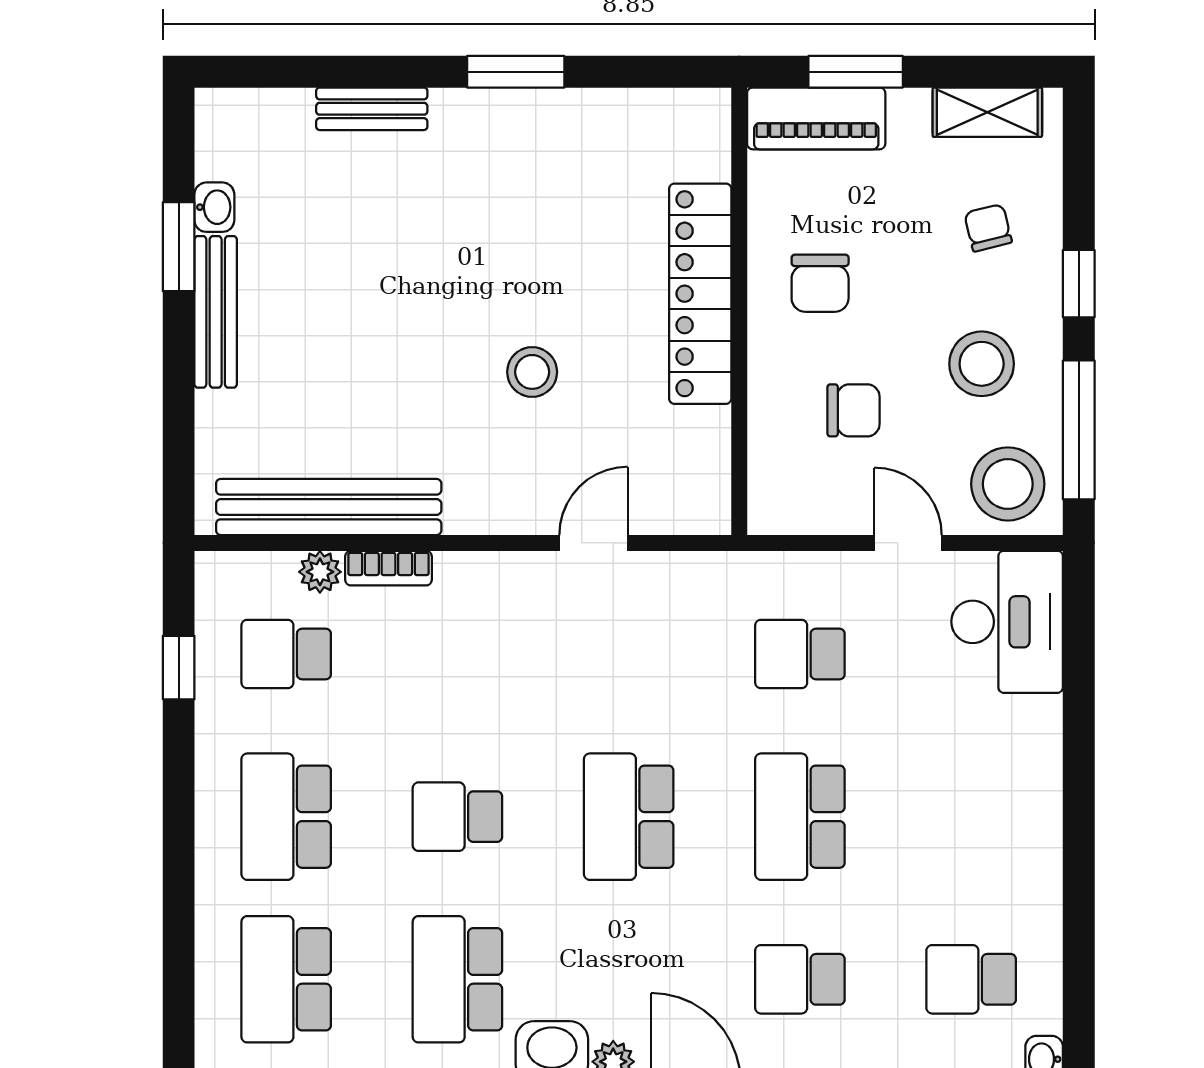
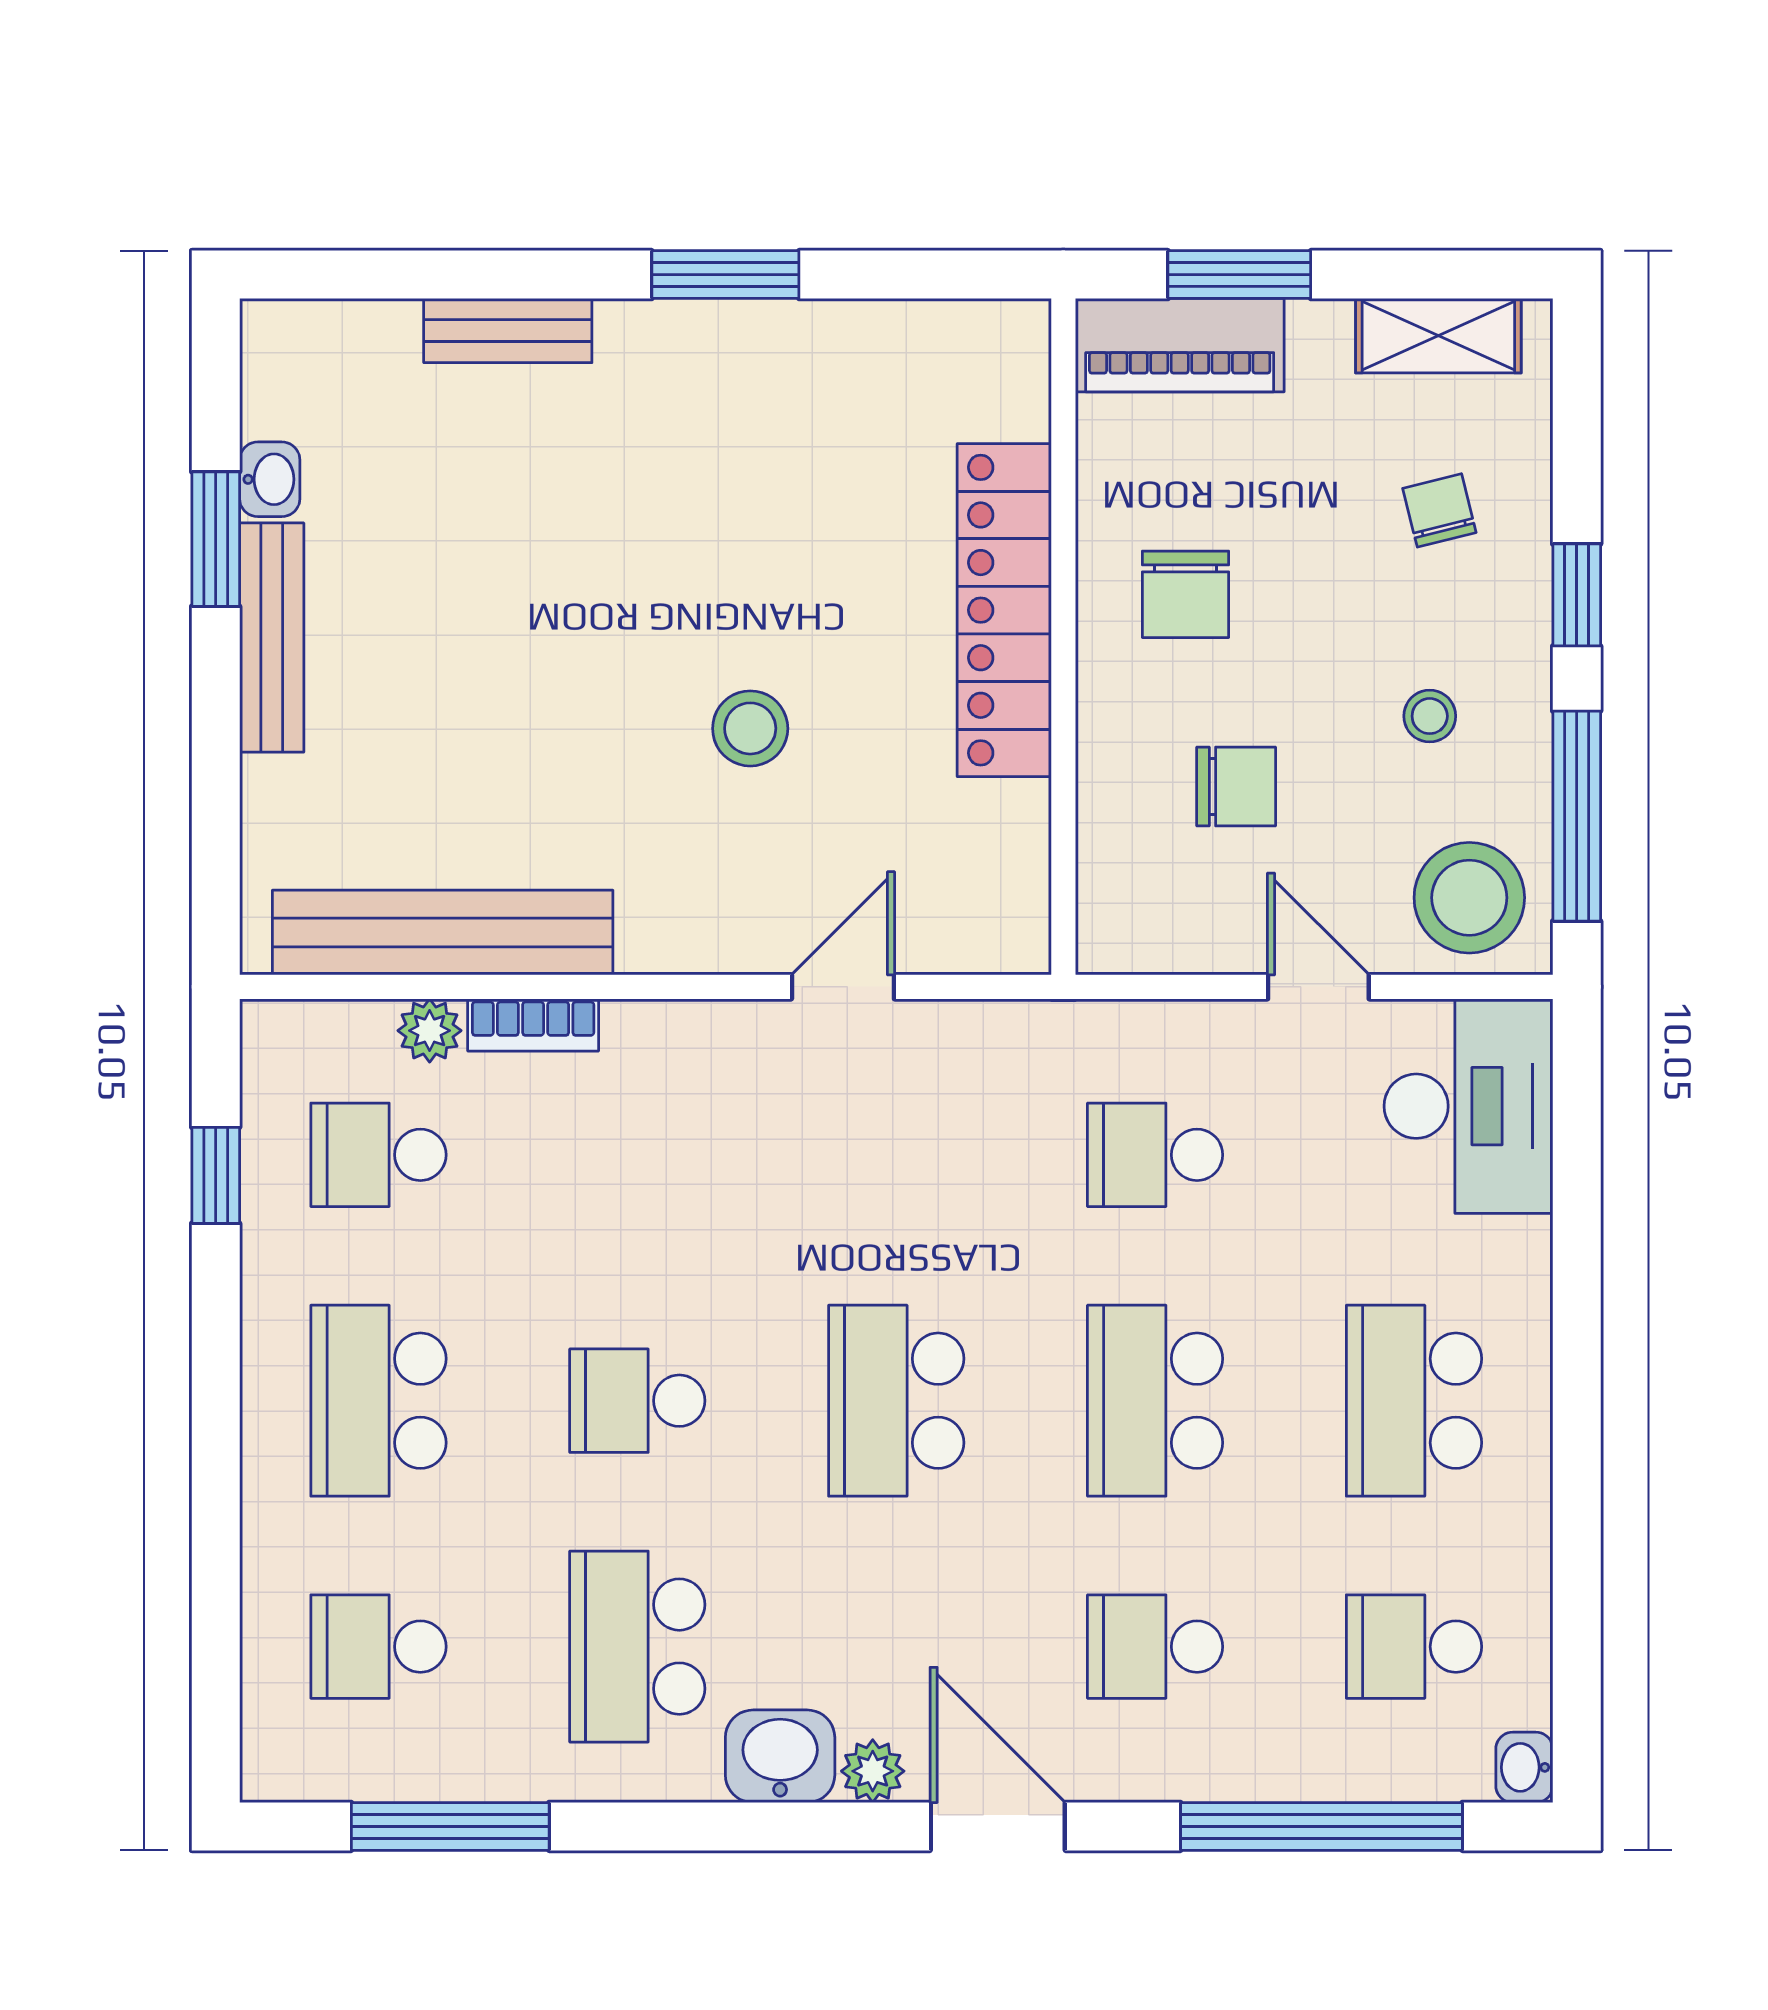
stool: (982, 364) -> (1430, 716), width x0.53, depth x0.53
school desk: (971, 817) -> (1414, 1401), added
school desk: (286, 979) -> (378, 1647), width x0.54

